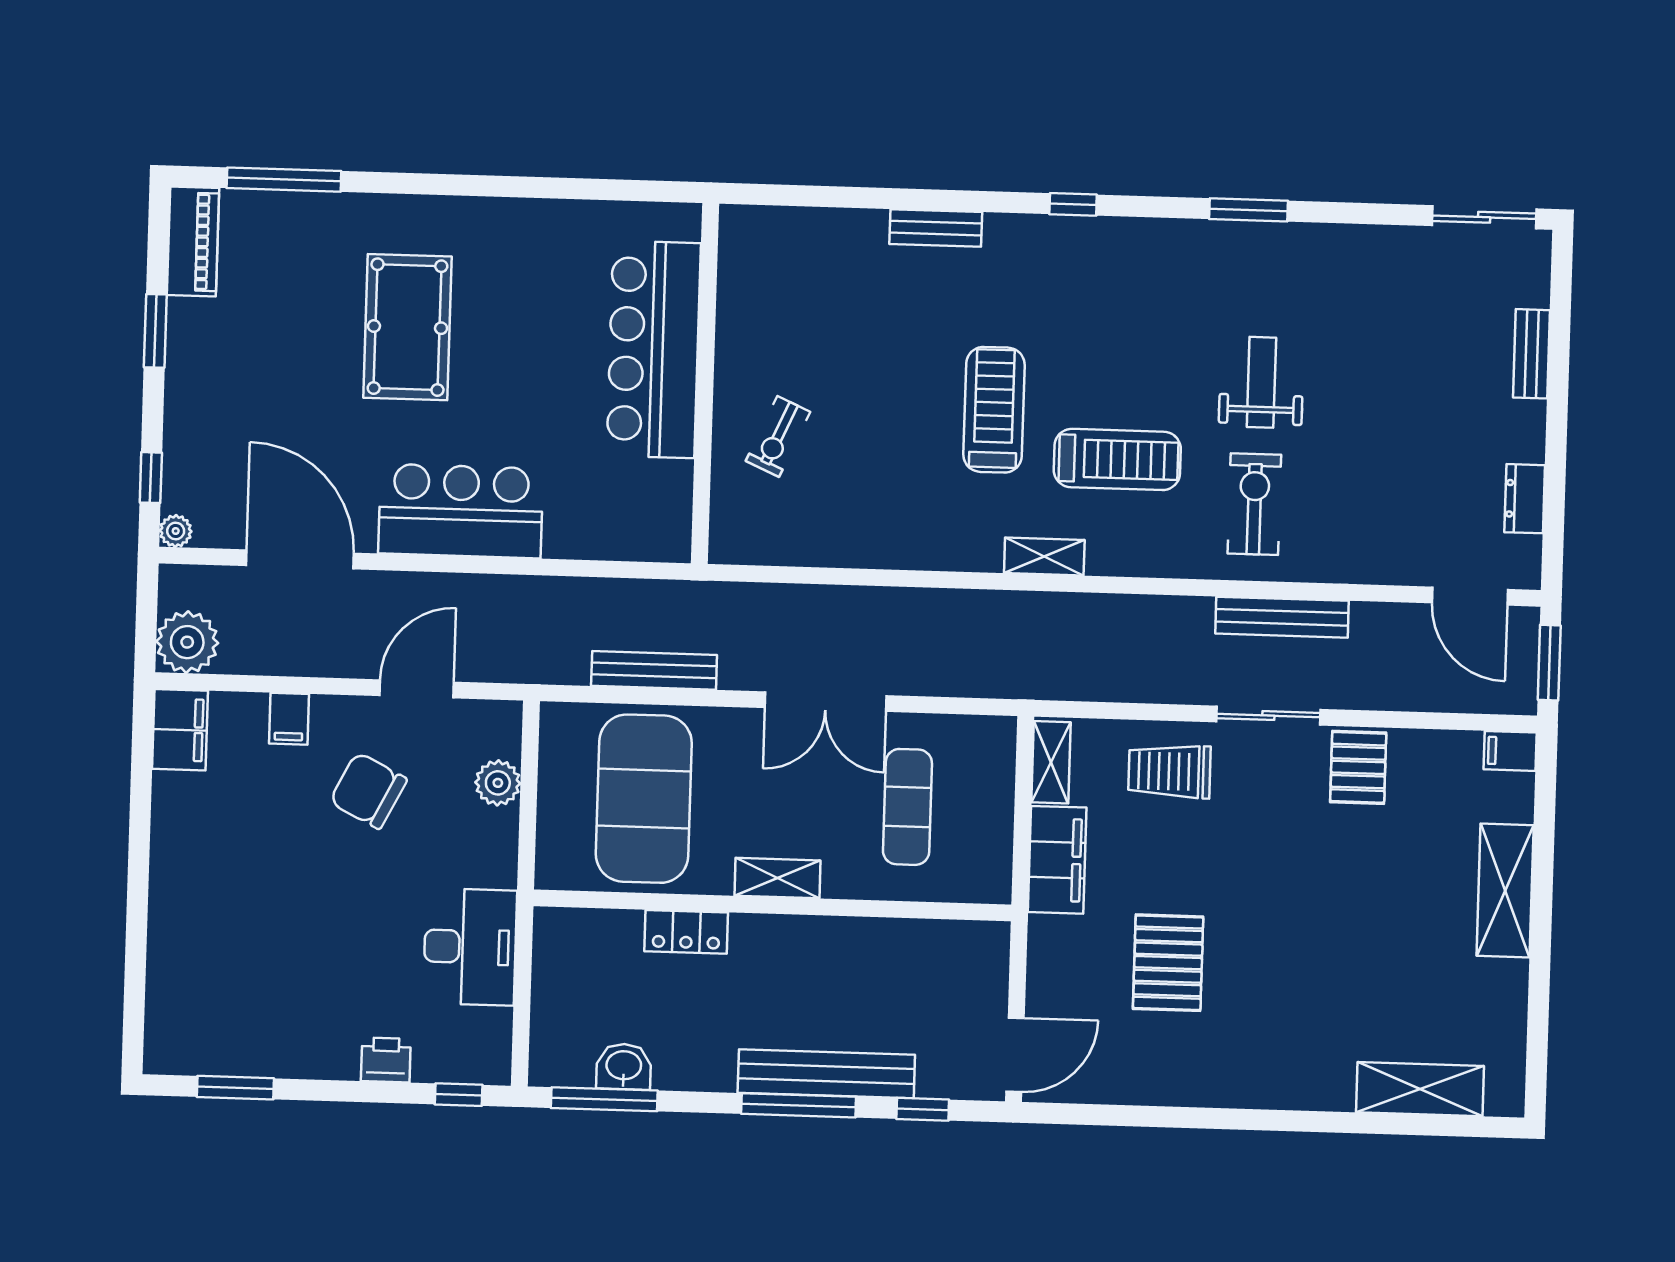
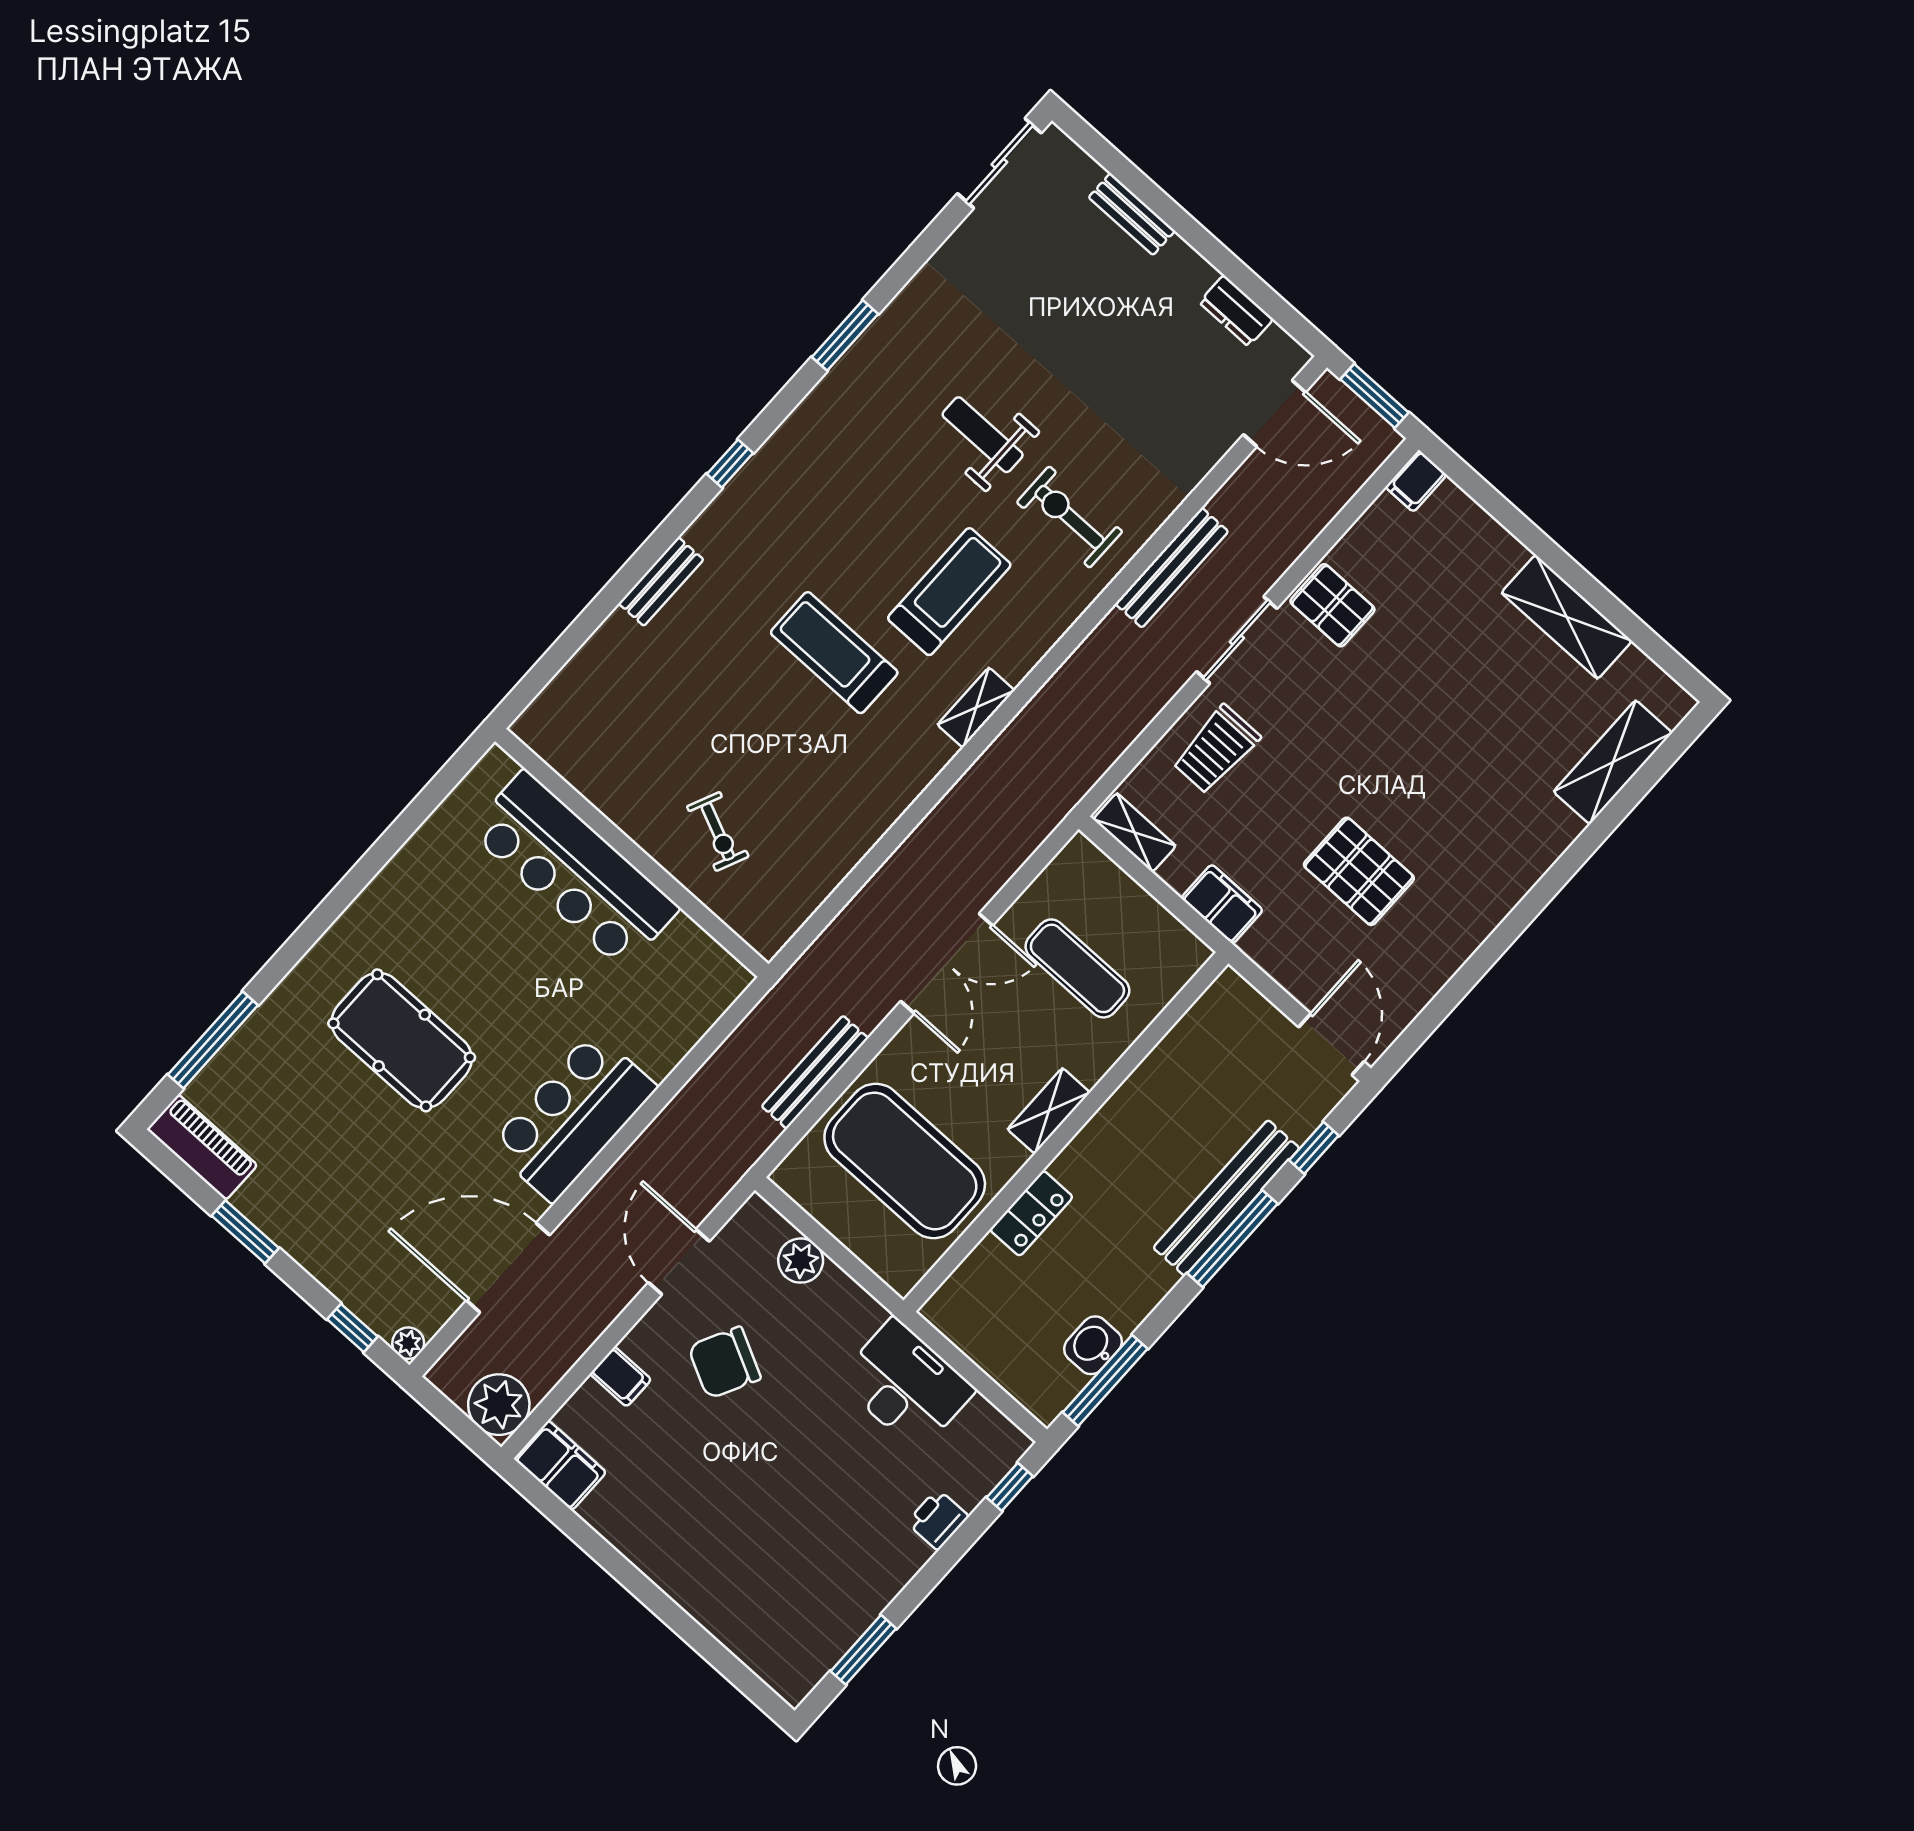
filing cabinet: (1057, 860) -> (1222, 904), width x0.67, depth x0.86
shelving: (1505, 890) -> (1567, 617), moved

